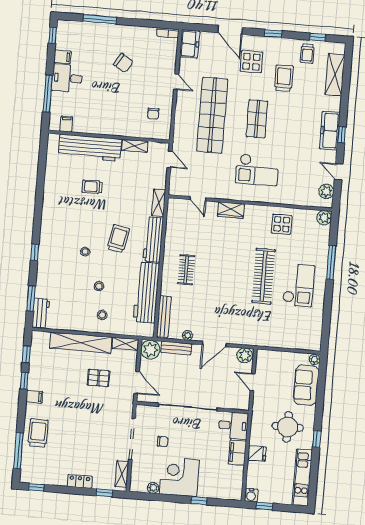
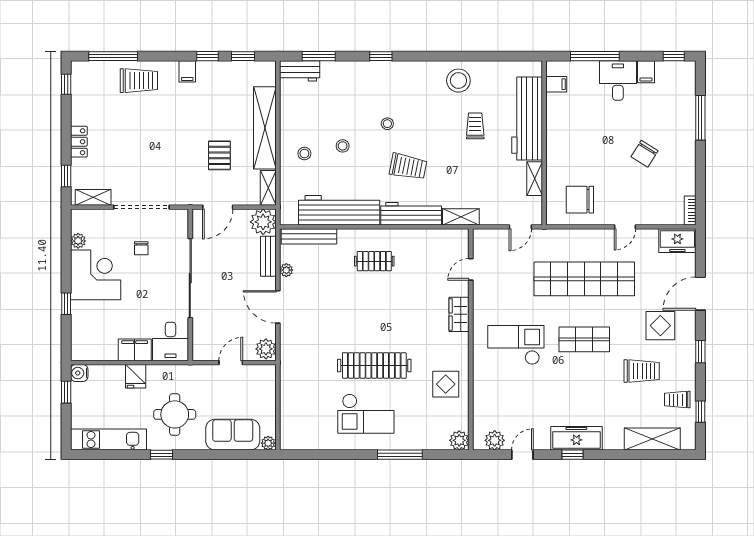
chair: (153, 114) -> (580, 200), width x1.87, depth x1.87
checkout: (257, 170) -> (516, 345), turned 90
stool: (58, 196) -> (458, 81), added

